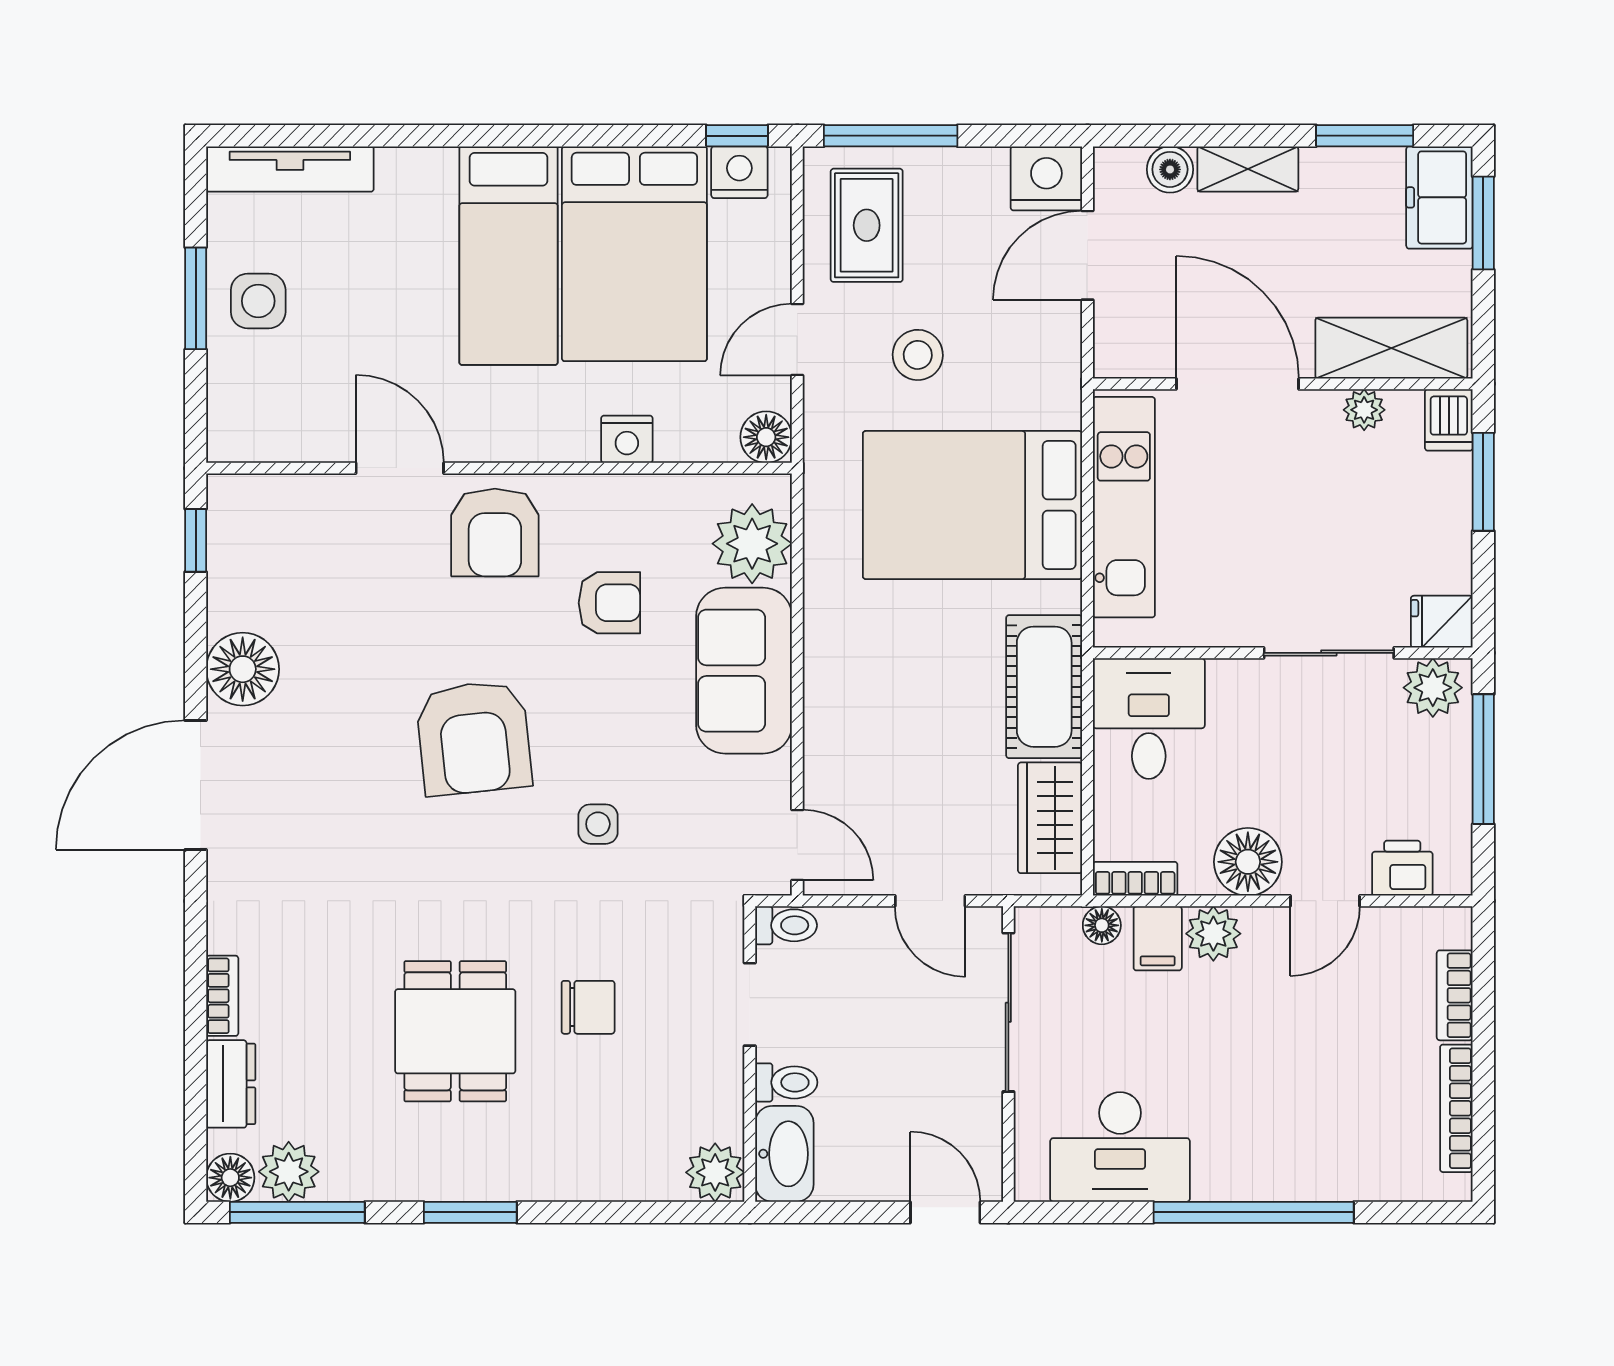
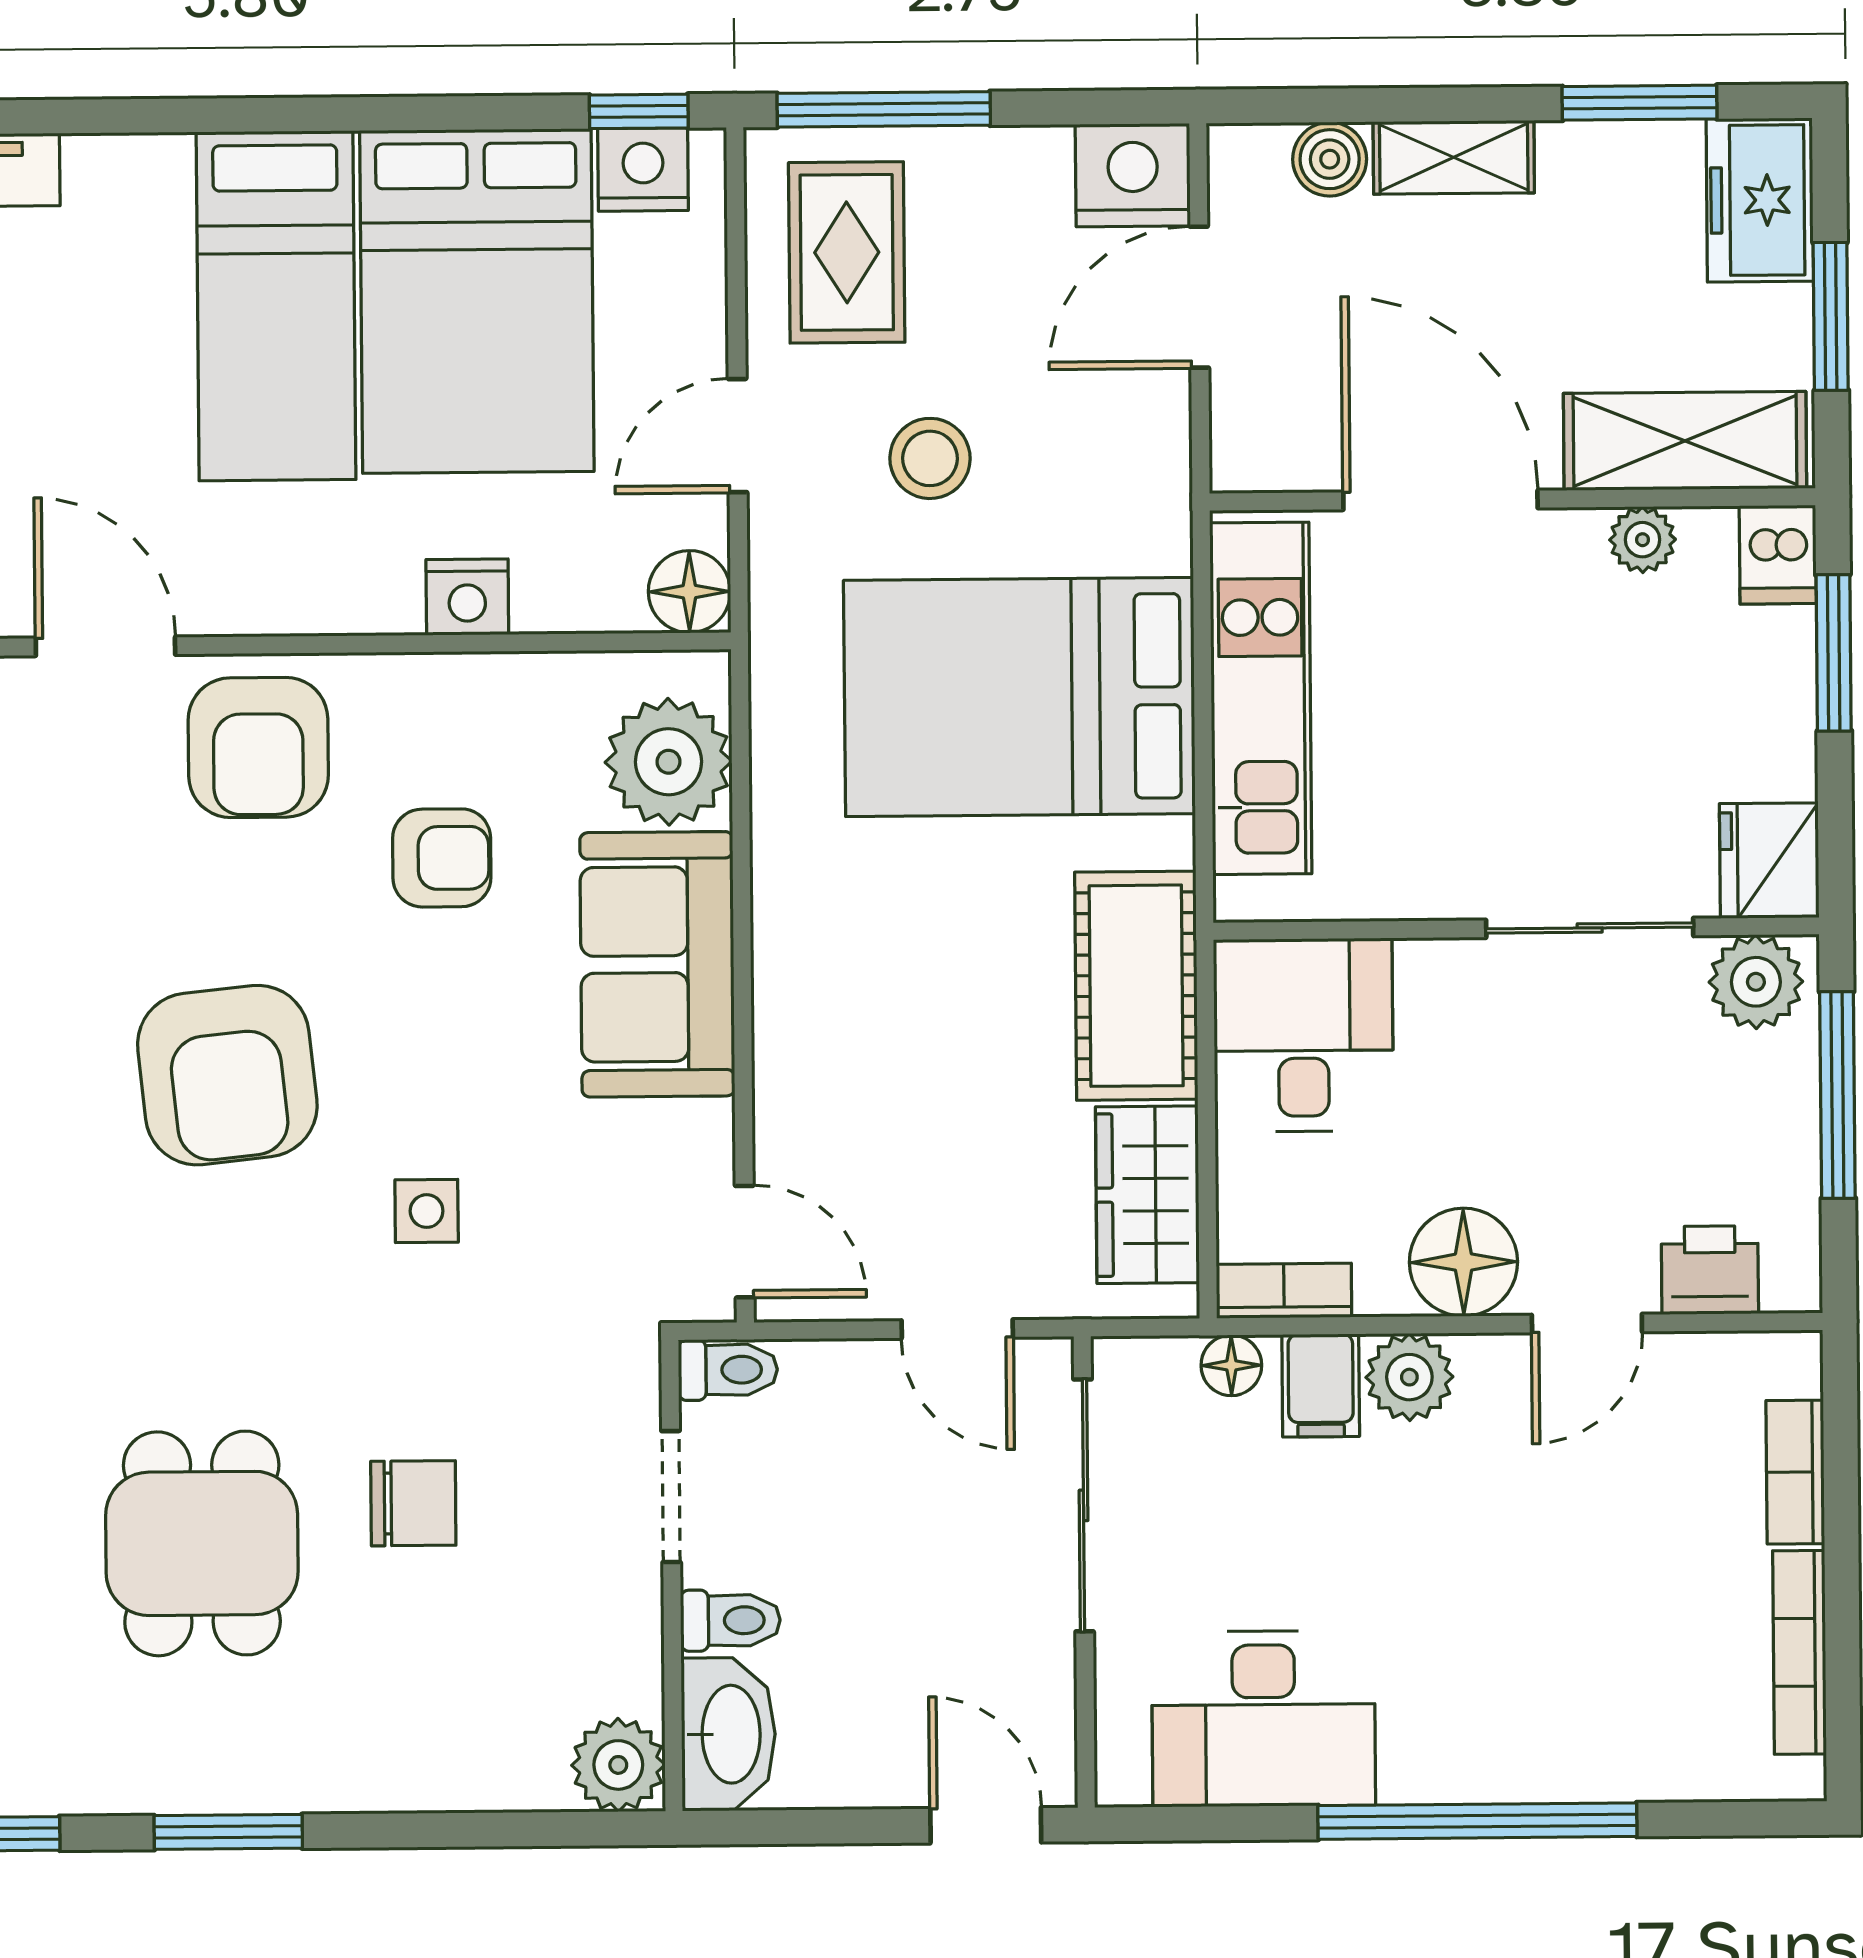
window: (1483, 223) -> (1831, 316), moved
fridge: (1442, 622) -> (1769, 861), width x1.38

